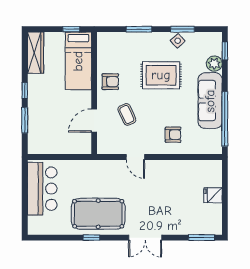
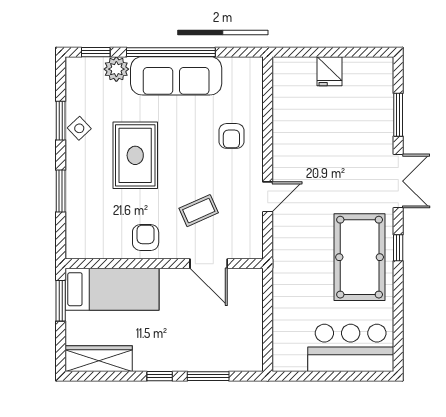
window: (71, 29) -> (61, 301), width x1.50
window: (225, 119) -> (171, 52), moved
armchair: (173, 135) -> (231, 136), turned 180
bar counter: (42, 189) -> (351, 348), moved
window: (91, 238) -> (398, 248), moved
window: (202, 238) -> (398, 115), moved

